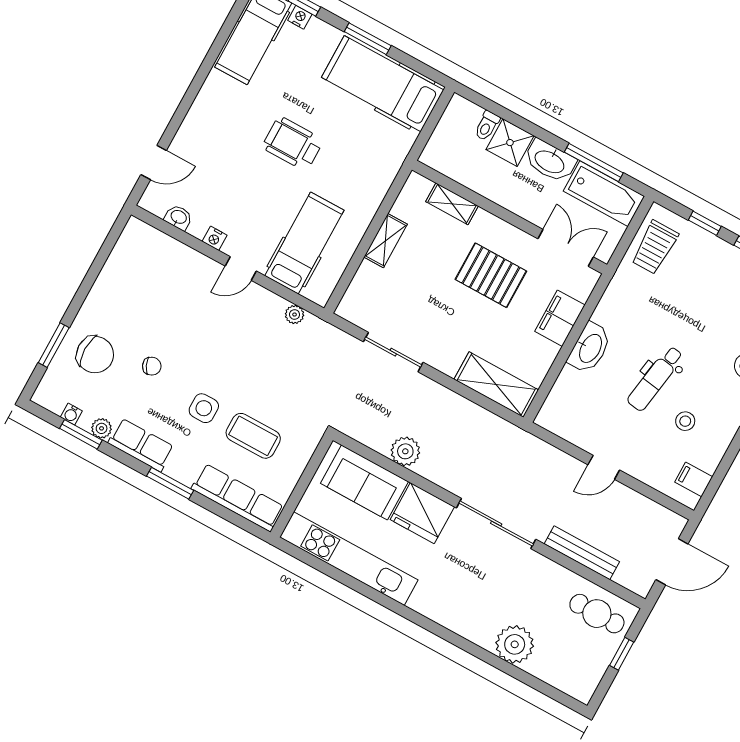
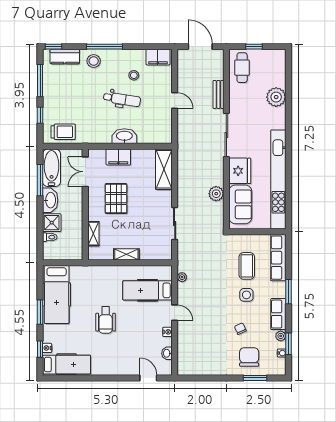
filing cabinet: (694, 479) -> (158, 57), width x2.00
bench: (582, 553) -> (218, 94), width x0.73
kitchen unit: (349, 559) -> (278, 179), width x1.36

